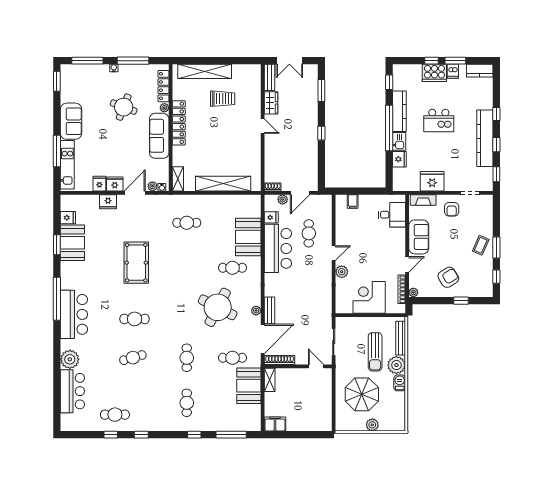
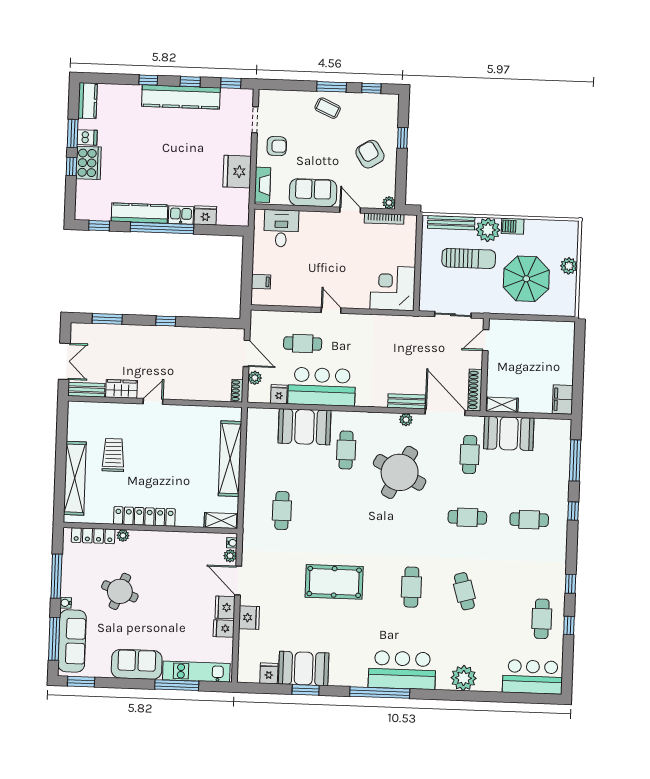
kitchen island: (439, 121) -> (154, 159), removed
sofa: (159, 136) -> (72, 641), moved, turned -90
plant: (342, 272) -> (357, 300), removed
corner desk: (369, 297) -> (393, 288), moved, turned 90
bar counter: (72, 391) -> (533, 677), moved

